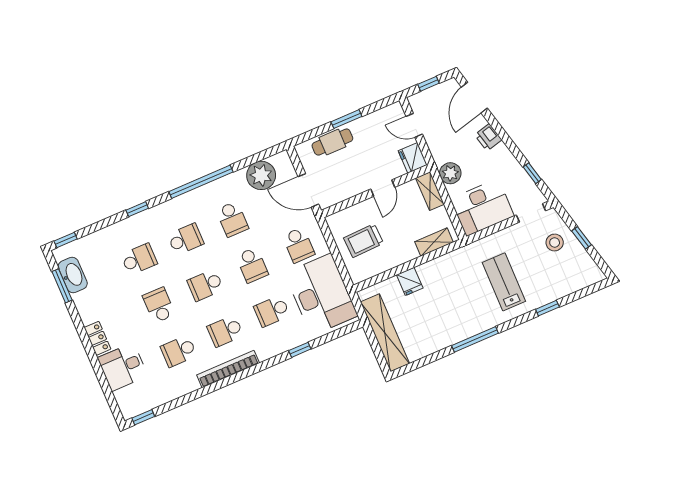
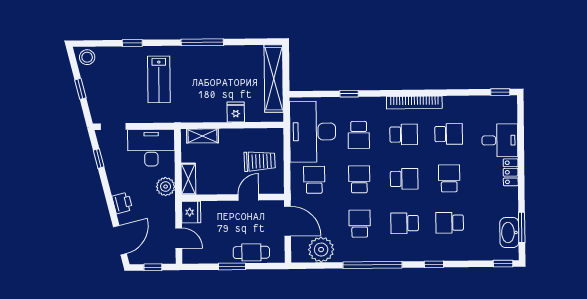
door: (383, 188) -> (248, 197), moved
stool: (555, 243) -> (87, 57), moved
school desk: (159, 305) -> (449, 178), turned 180
school desk: (272, 311) -> (359, 135), turned 90

